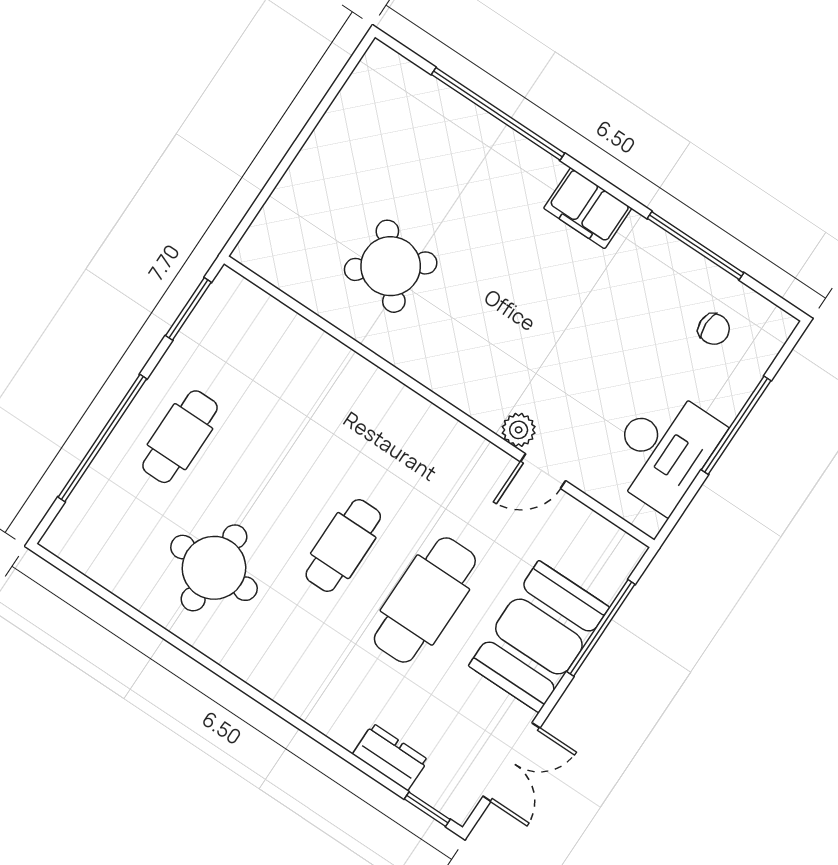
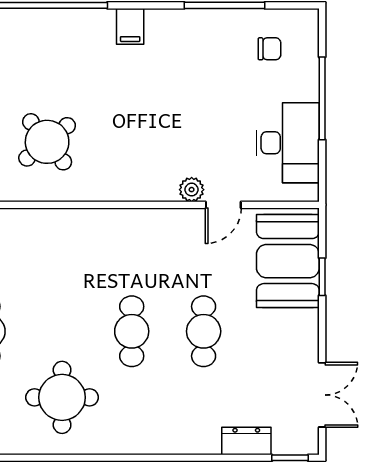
filing cabinet: (588, 208) -> (130, 26), width x0.50
cafe table: (425, 600) -> (204, 331), width x0.73, depth x0.74
window: (601, 628) -> (322, 277), width x0.46
booth: (539, 637) -> (288, 261), moved

